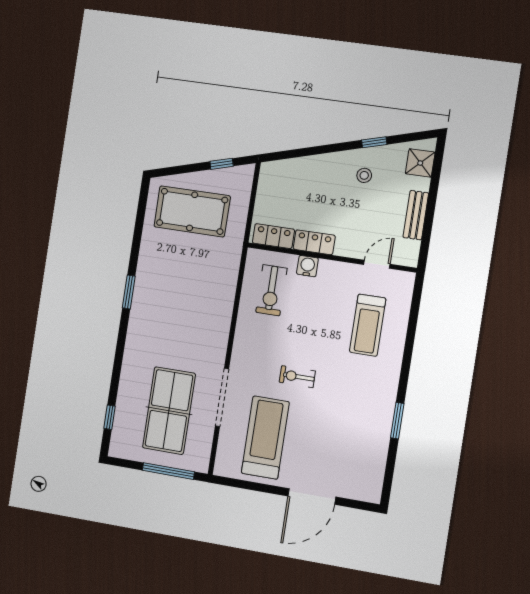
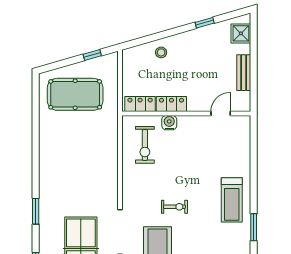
stool: (364, 175) -> (161, 52), moved
window: (129, 292) -> (36, 211), moved
treadmill: (368, 325) -> (232, 200), moved
exercise bike: (297, 377) -> (174, 207), turned 180

